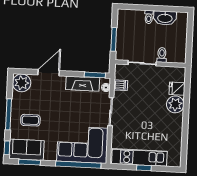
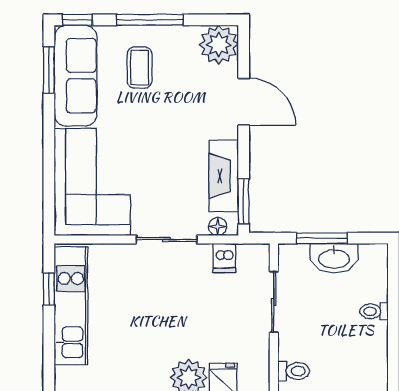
washbasin: (165, 18) -> (334, 258), moved, turned -90
toilet: (162, 55) -> (294, 371), moved
sofa: (27, 150) -> (76, 76), width x1.36
window: (78, 165) -> (49, 175), removed
window: (144, 168) -> (49, 289), moved

